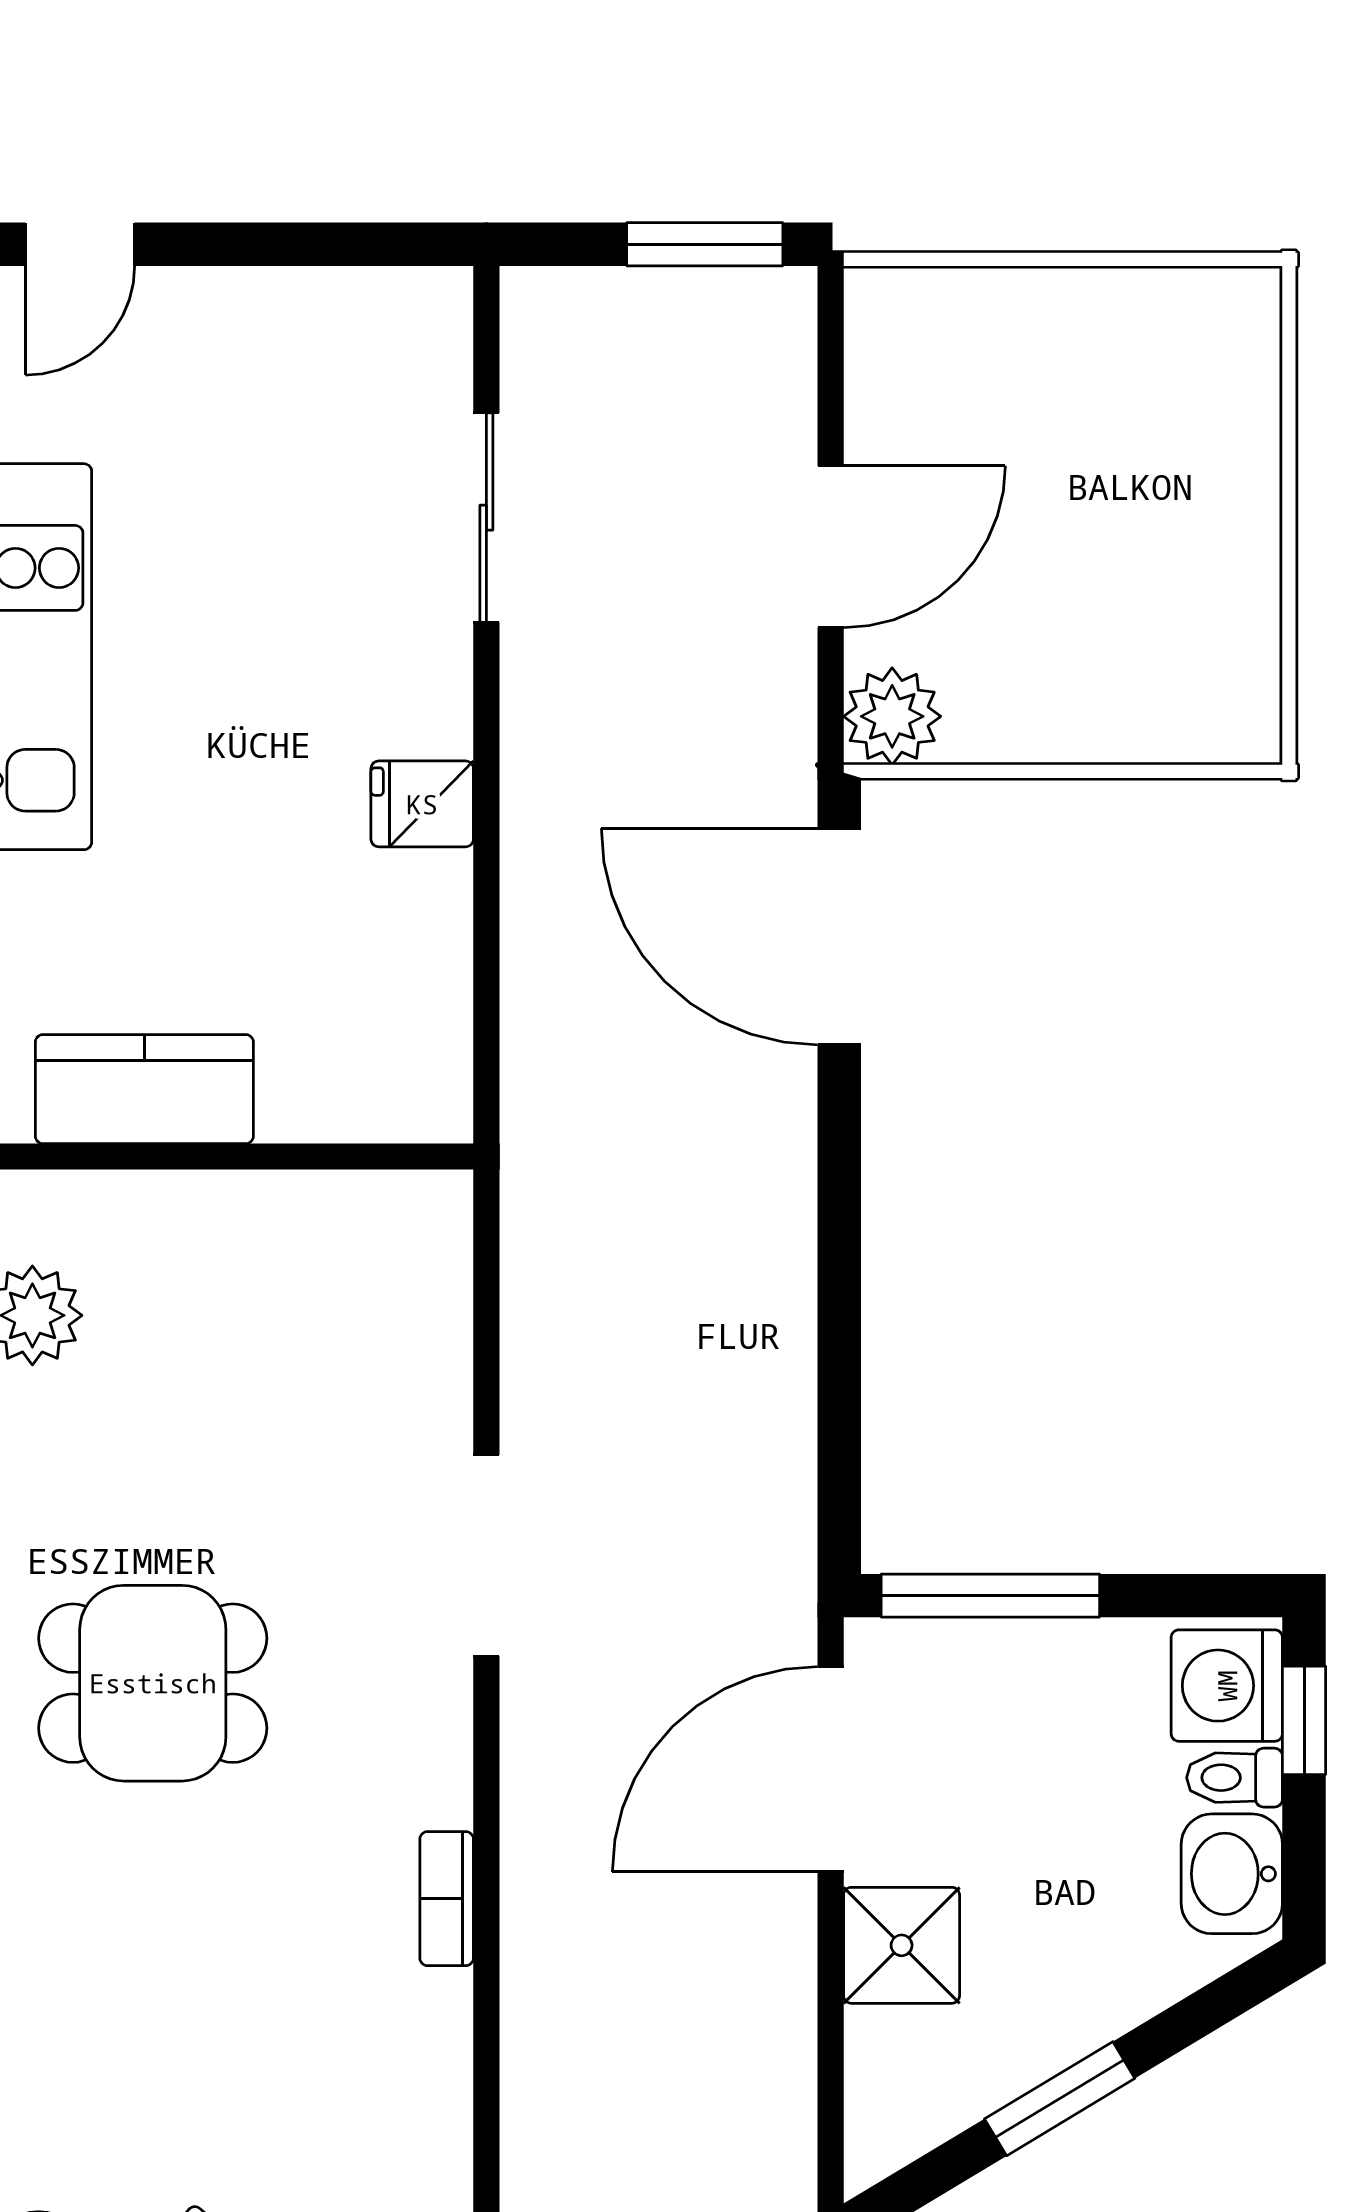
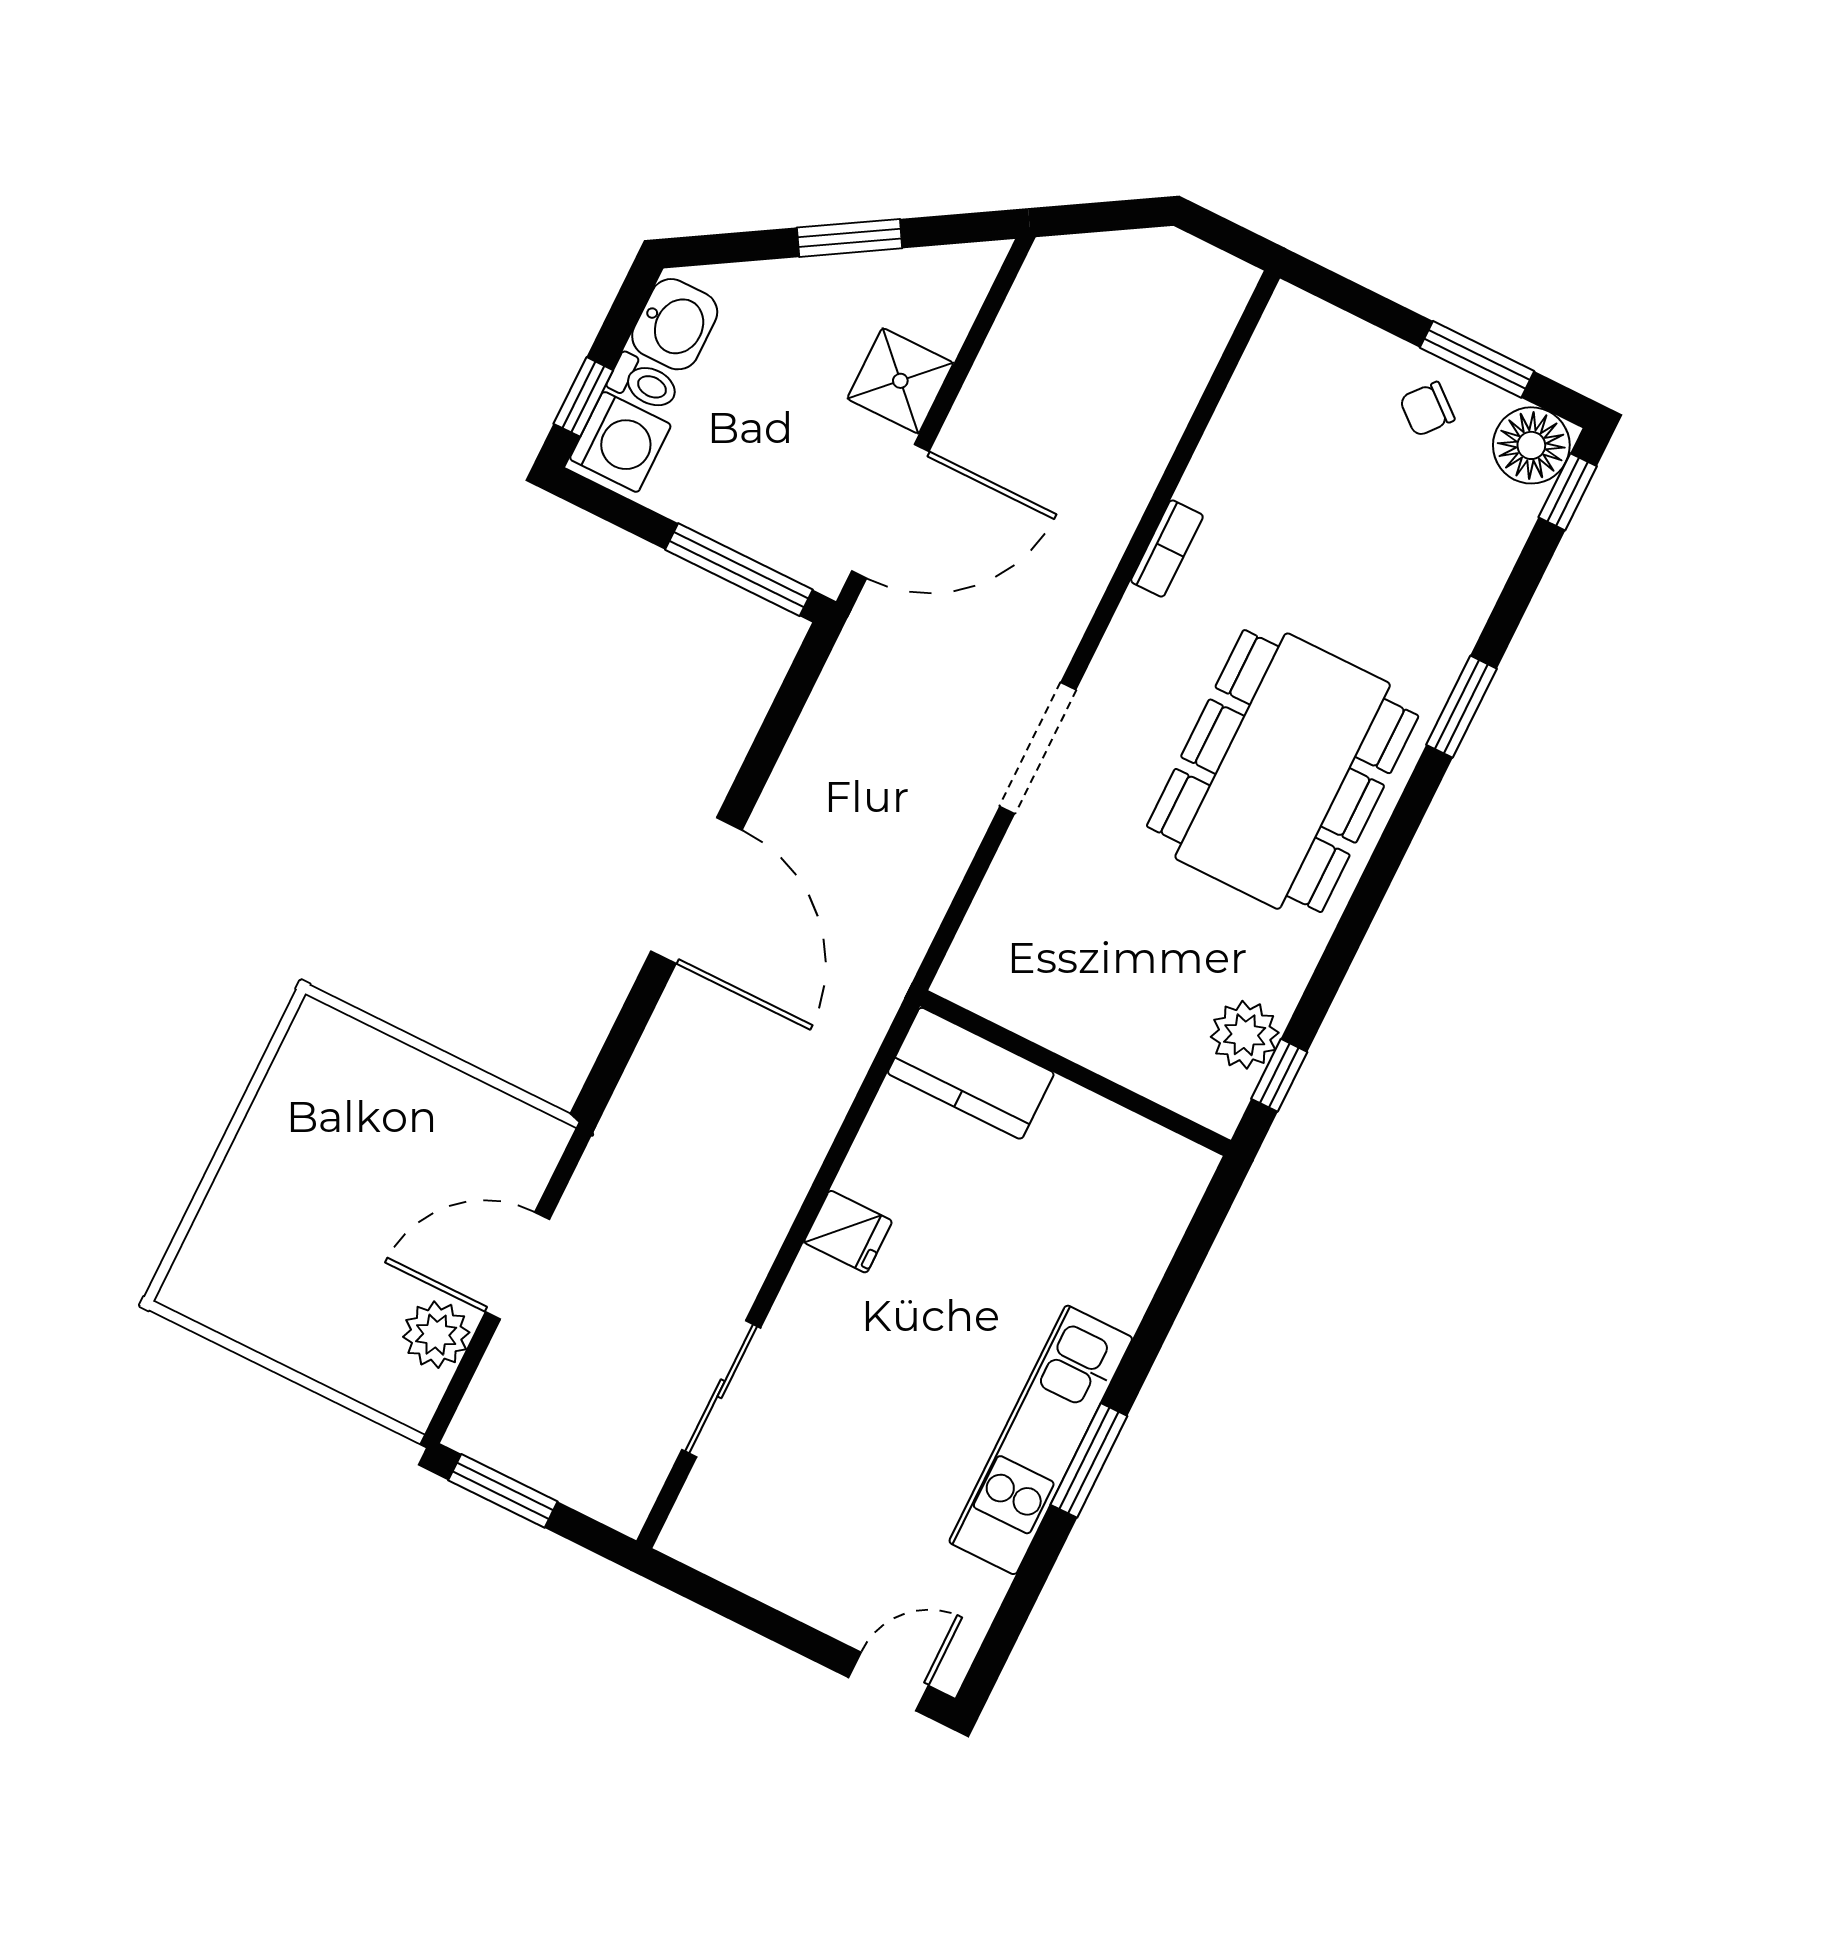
plant: (892, 716) -> (436, 1335), moved
door: (839, 937) -> (696, 891), moved
kitchen counter: (144, 1089) -> (971, 1073), moved
dining table: (153, 1683) -> (1283, 771), width x1.88, depth x1.24

